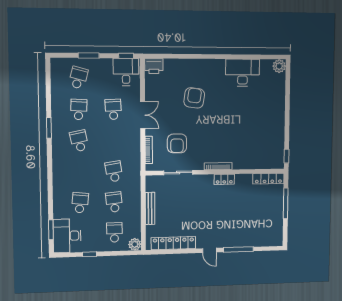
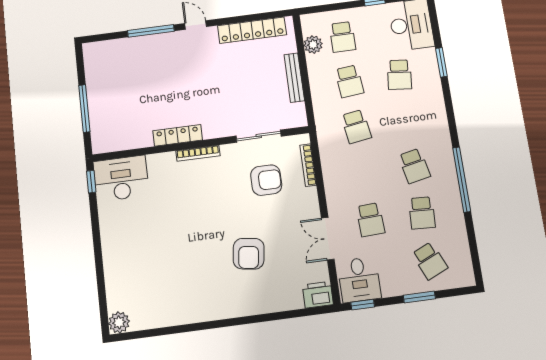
desk: (243, 73) -> (121, 178), moved, turned 180
school desk: (78, 78) -> (430, 261), turned -39
double door: (143, 115) -> (328, 239), moved
window: (49, 128) -> (462, 180), width x2.11
armchair: (177, 143) -> (266, 180), turned 90
locker: (224, 179) -> (178, 135), width x1.53
locker: (268, 179) -> (116, 143), removed
window: (51, 230) -> (441, 62), moved
plant: (135, 244) -> (313, 45), moved

